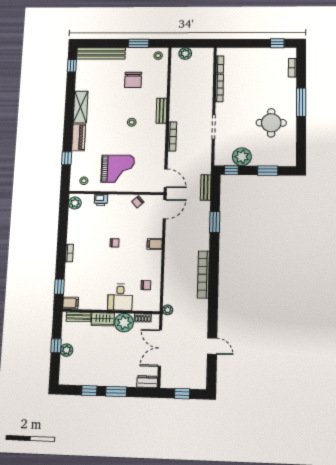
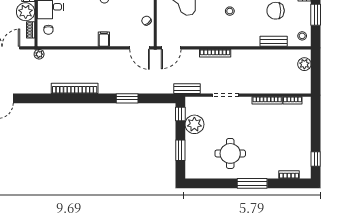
bench: (161, 111) -> (274, 41), moved
bench: (206, 187) -> (187, 89), moved
chair: (146, 285) -> (48, 30), moved

